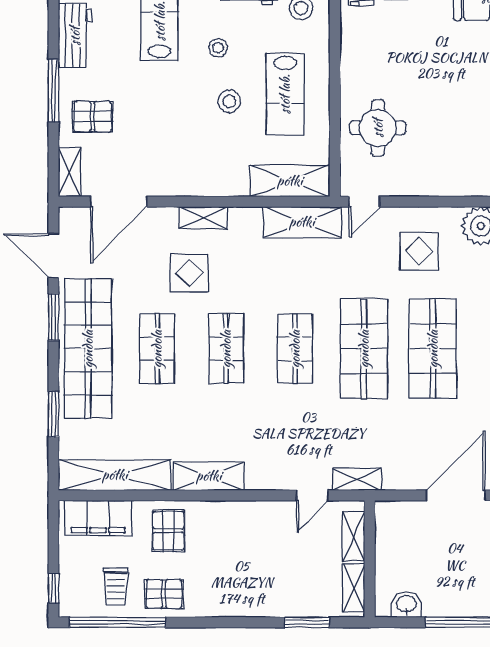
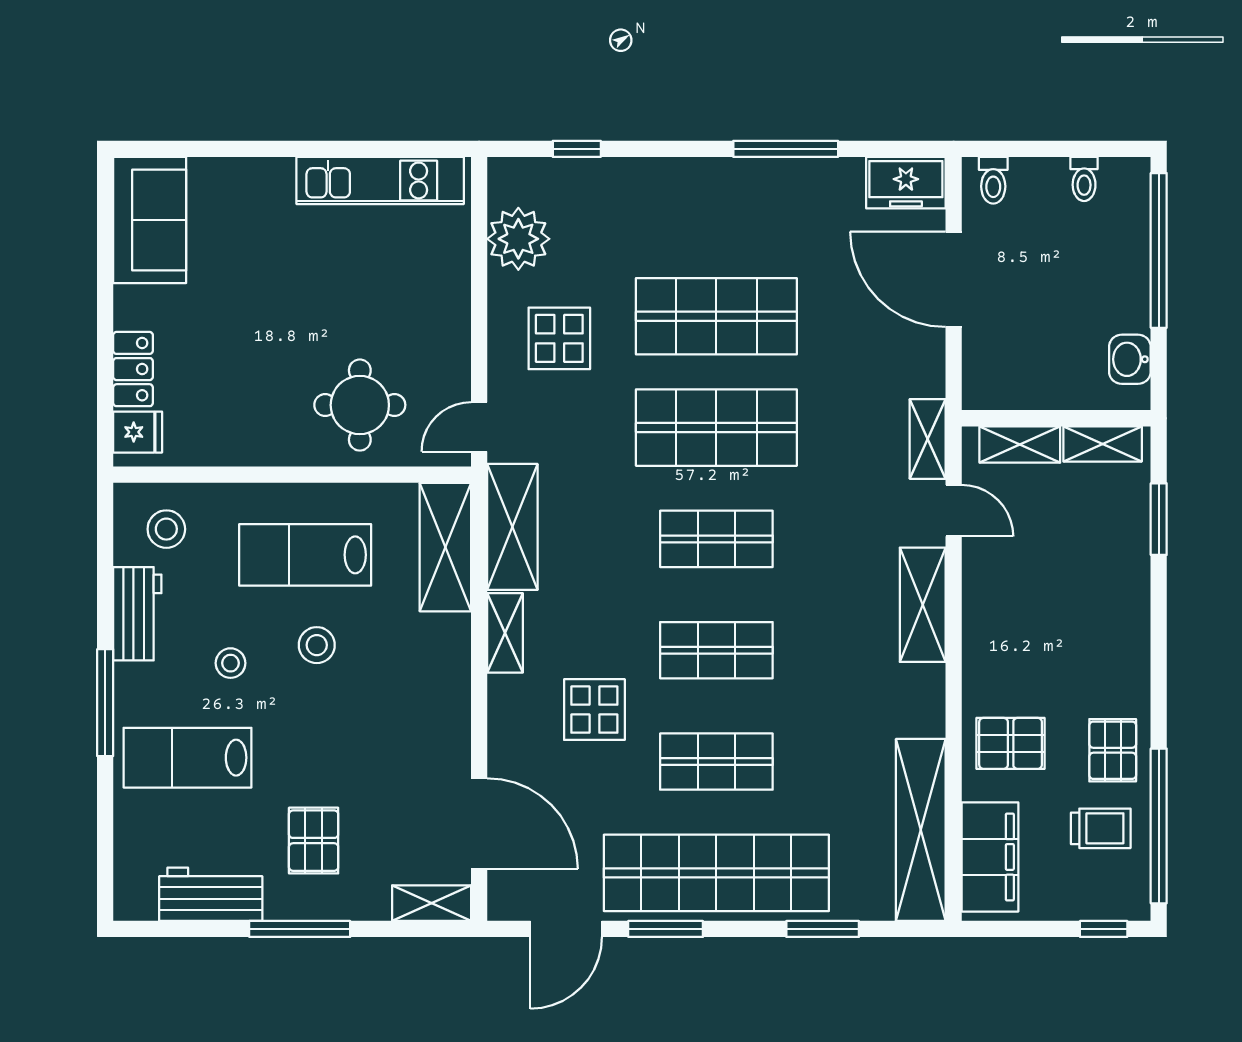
lab bench: (285, 94) -> (305, 555), turned 180
pallet: (93, 117) -> (314, 841), moved
door: (364, 202) -> (479, 427), swing flipped
shelving: (203, 218) -> (505, 633), moved
shelving: (209, 476) -> (923, 605), moved

